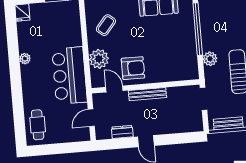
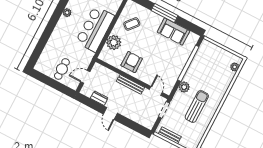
armchair: (133, 68) -> (132, 62), turned -90
bar counter: (70, 76) -> (95, 29), moved
door: (114, 89) -> (156, 91), moved
cafe table: (38, 125) -> (62, 69), moved

